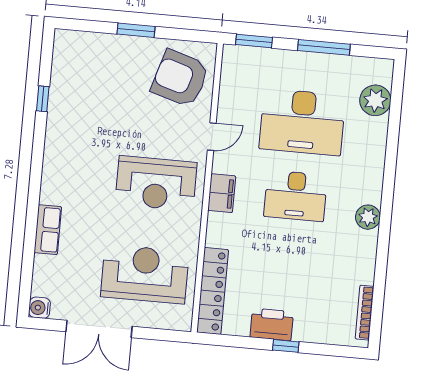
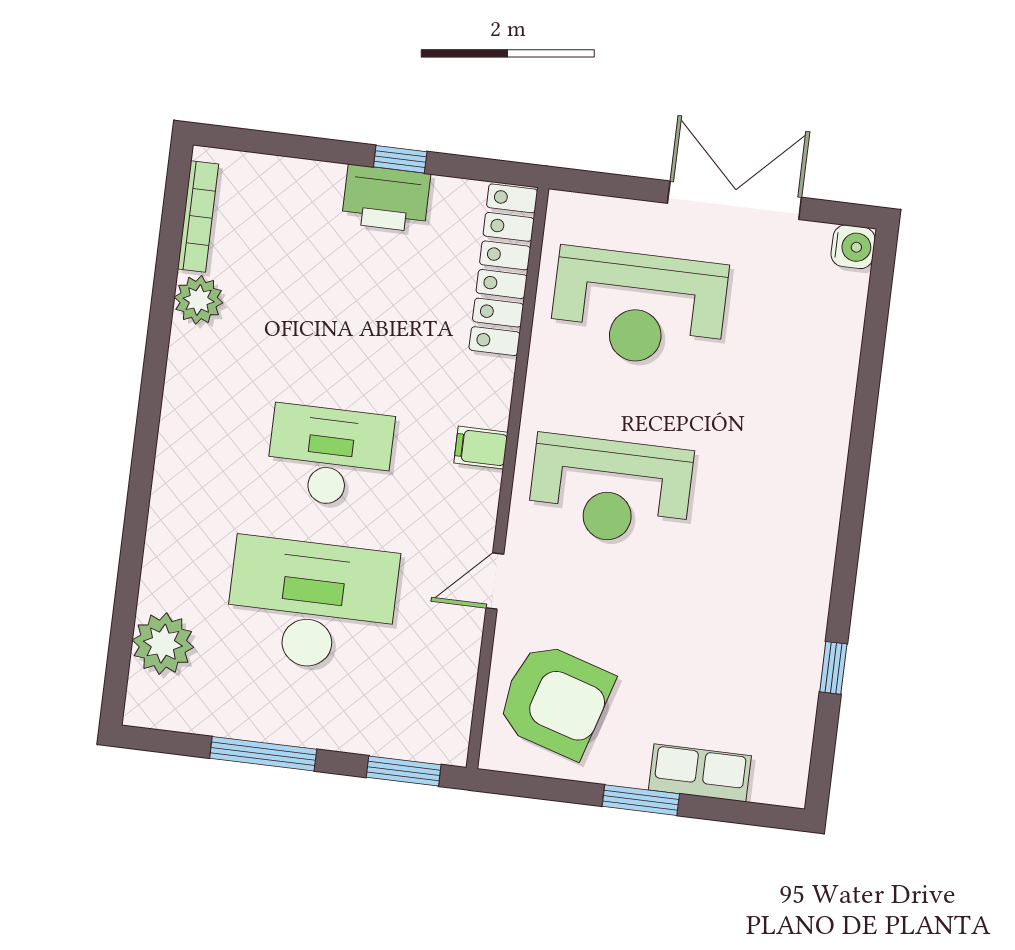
reception desk: (156, 183) -> (610, 490), turned 180
filing cabinet: (222, 193) -> (481, 448), width x0.50
plant: (368, 217) -> (199, 300), moved
row of seats: (48, 230) -> (700, 773), moved, turned 90
window: (286, 346) -> (400, 159), moved

